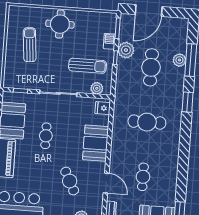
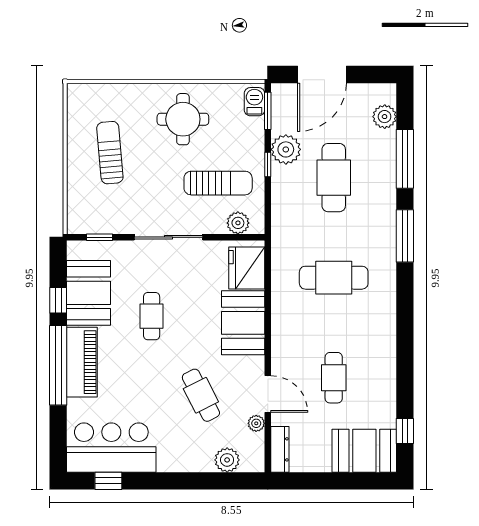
round table: (60, 24) -> (183, 119), moved
barbecue: (109, 41) -> (254, 102), moved
plant: (179, 60) -> (385, 117), moved
window: (188, 102) -> (405, 236), width x1.44
fridge: (103, 108) -> (247, 268), width x1.88, depth x1.34
plant: (99, 199) -> (256, 423), added

